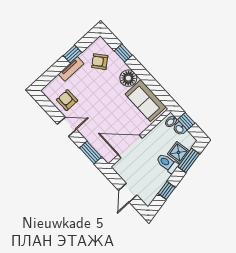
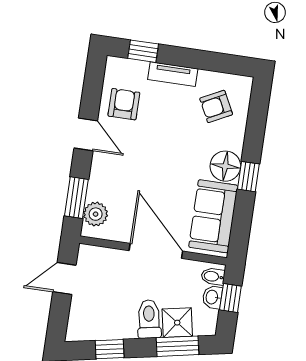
window: (123, 53) -> (248, 177), moved
window: (72, 54) -> (143, 51), moved
armchair: (100, 62) -> (216, 106), turned -78
door: (130, 146) -> (156, 251), moved
plant: (104, 150) -> (96, 214), added
door: (128, 193) -> (64, 279), moved

